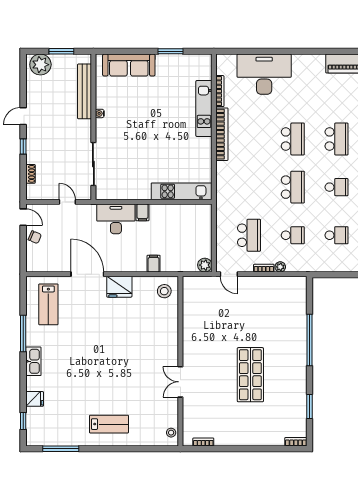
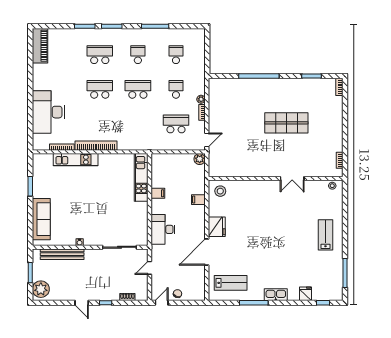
filing cabinet: (142, 212) -> (158, 193), moved

